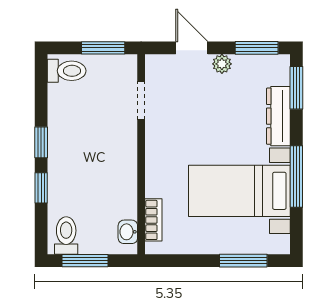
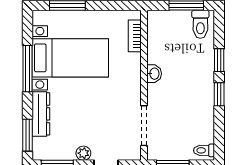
toilet: (67, 71) -> (204, 150), width x0.73, depth x0.72
doorway: (141, 101) -> (144, 126), width x1.38
washbasin: (128, 232) -> (154, 74), moved

